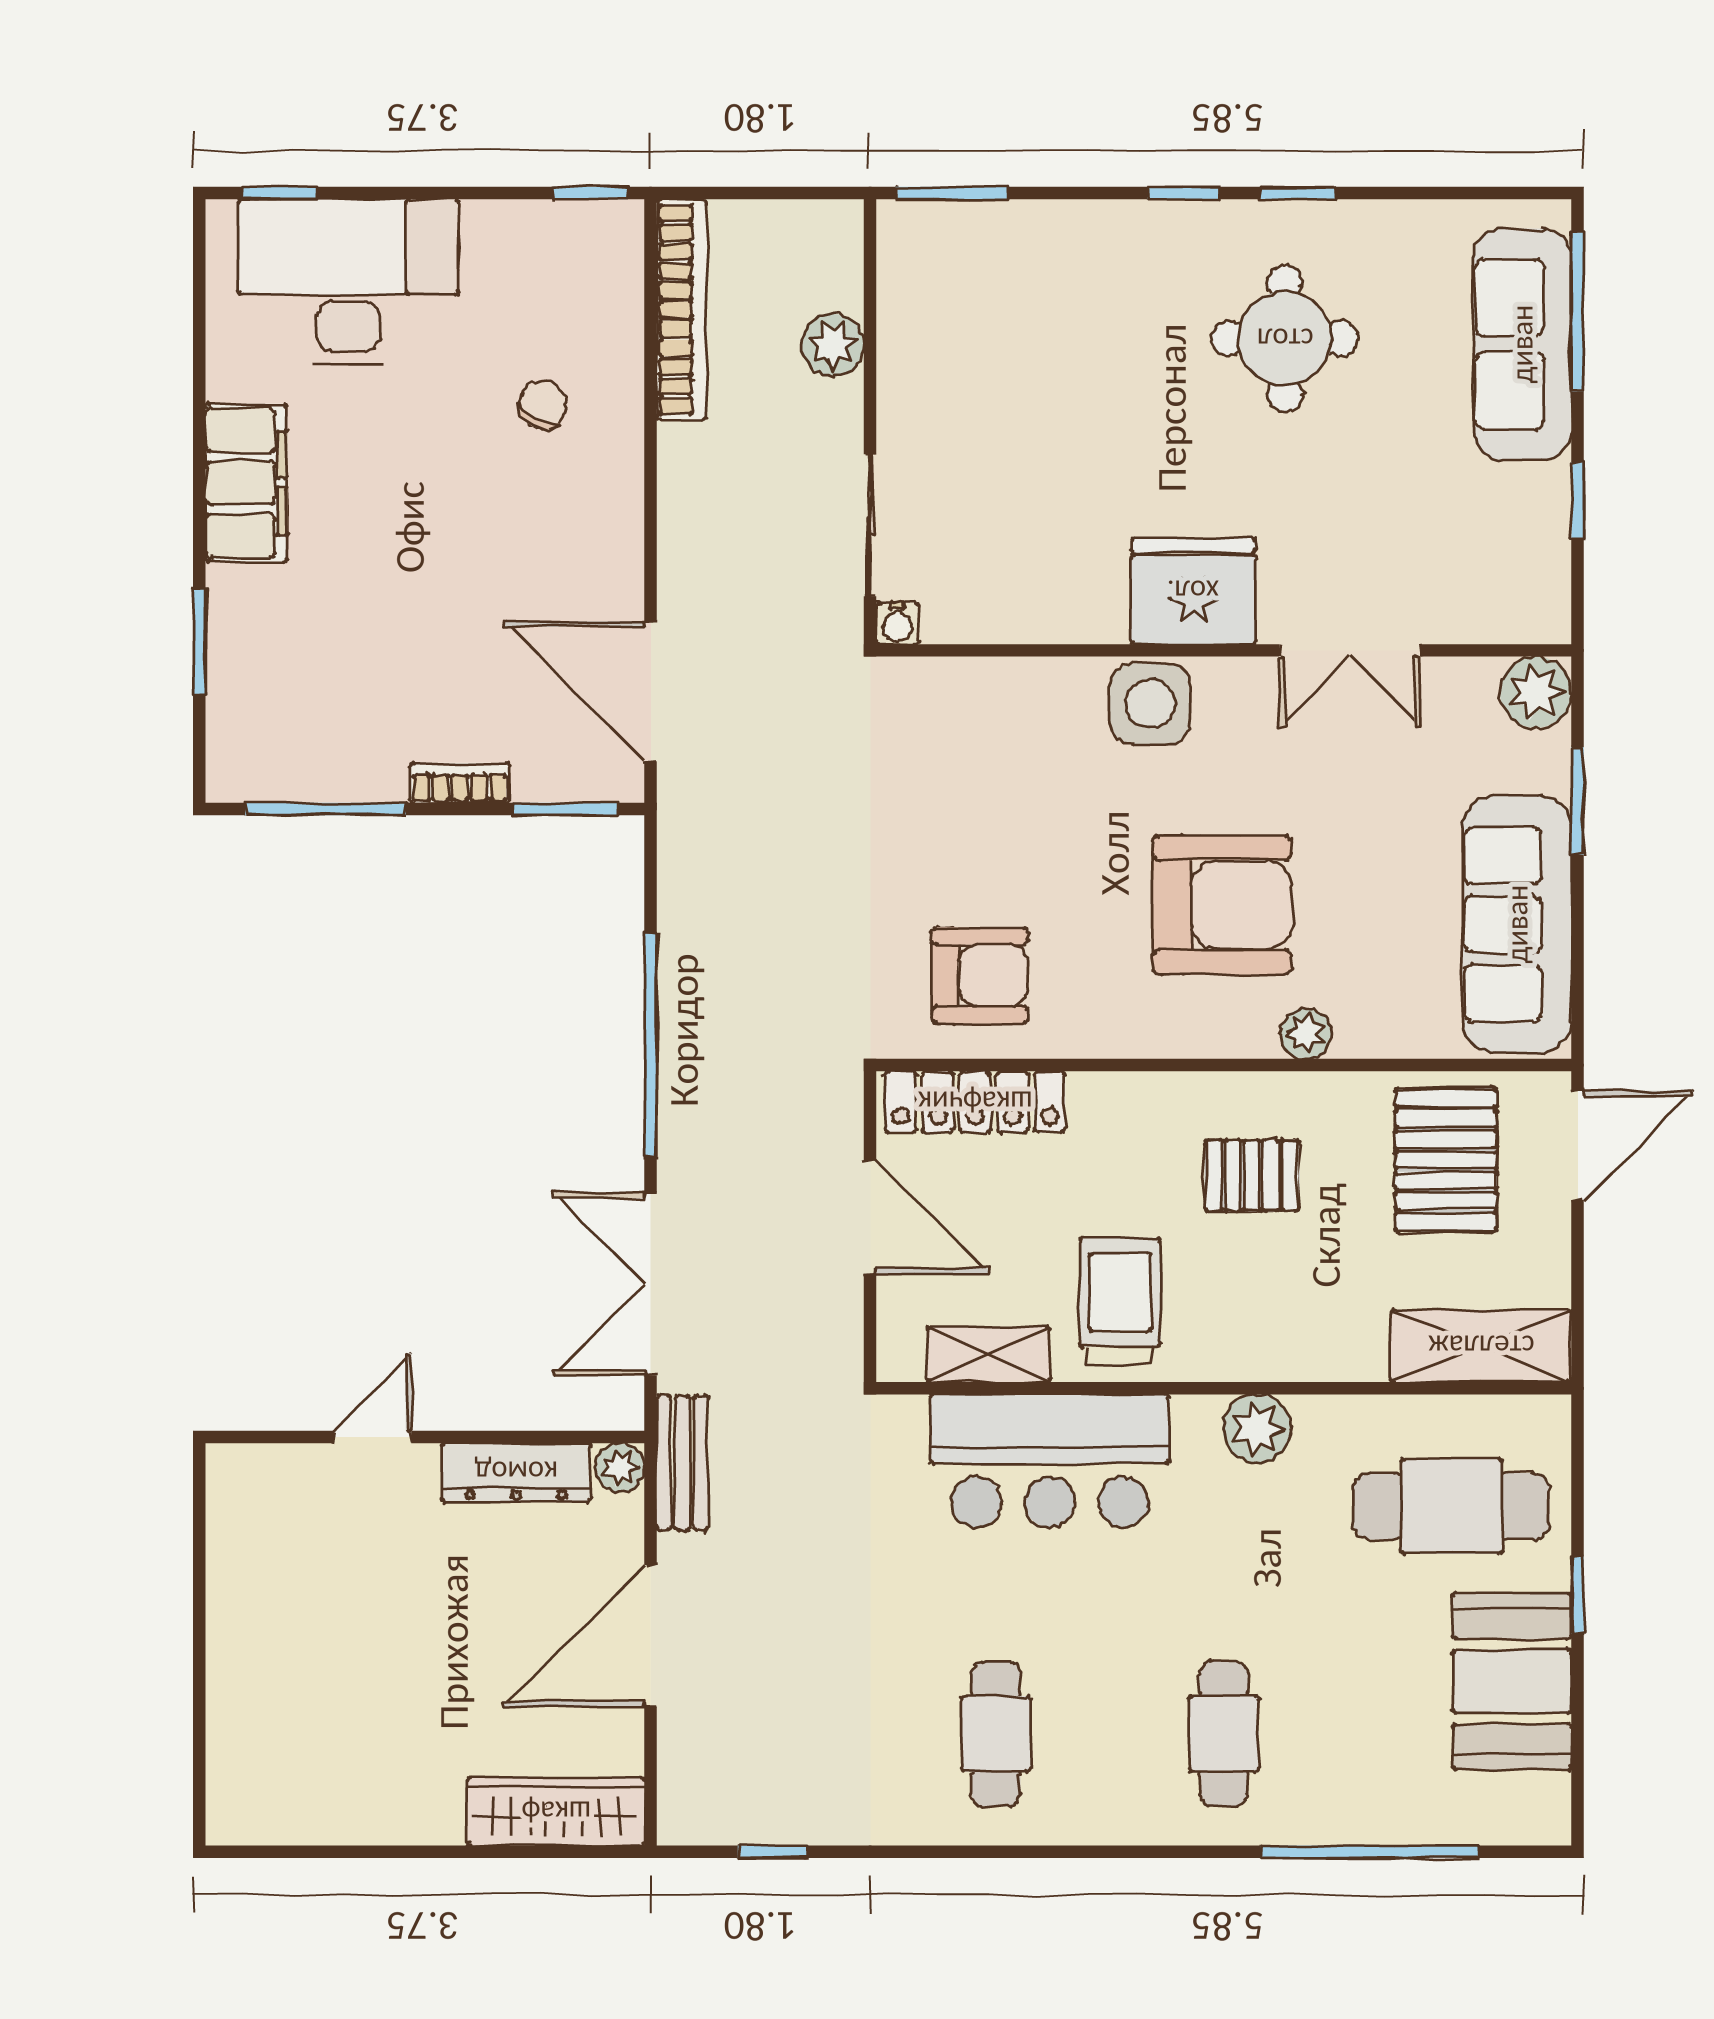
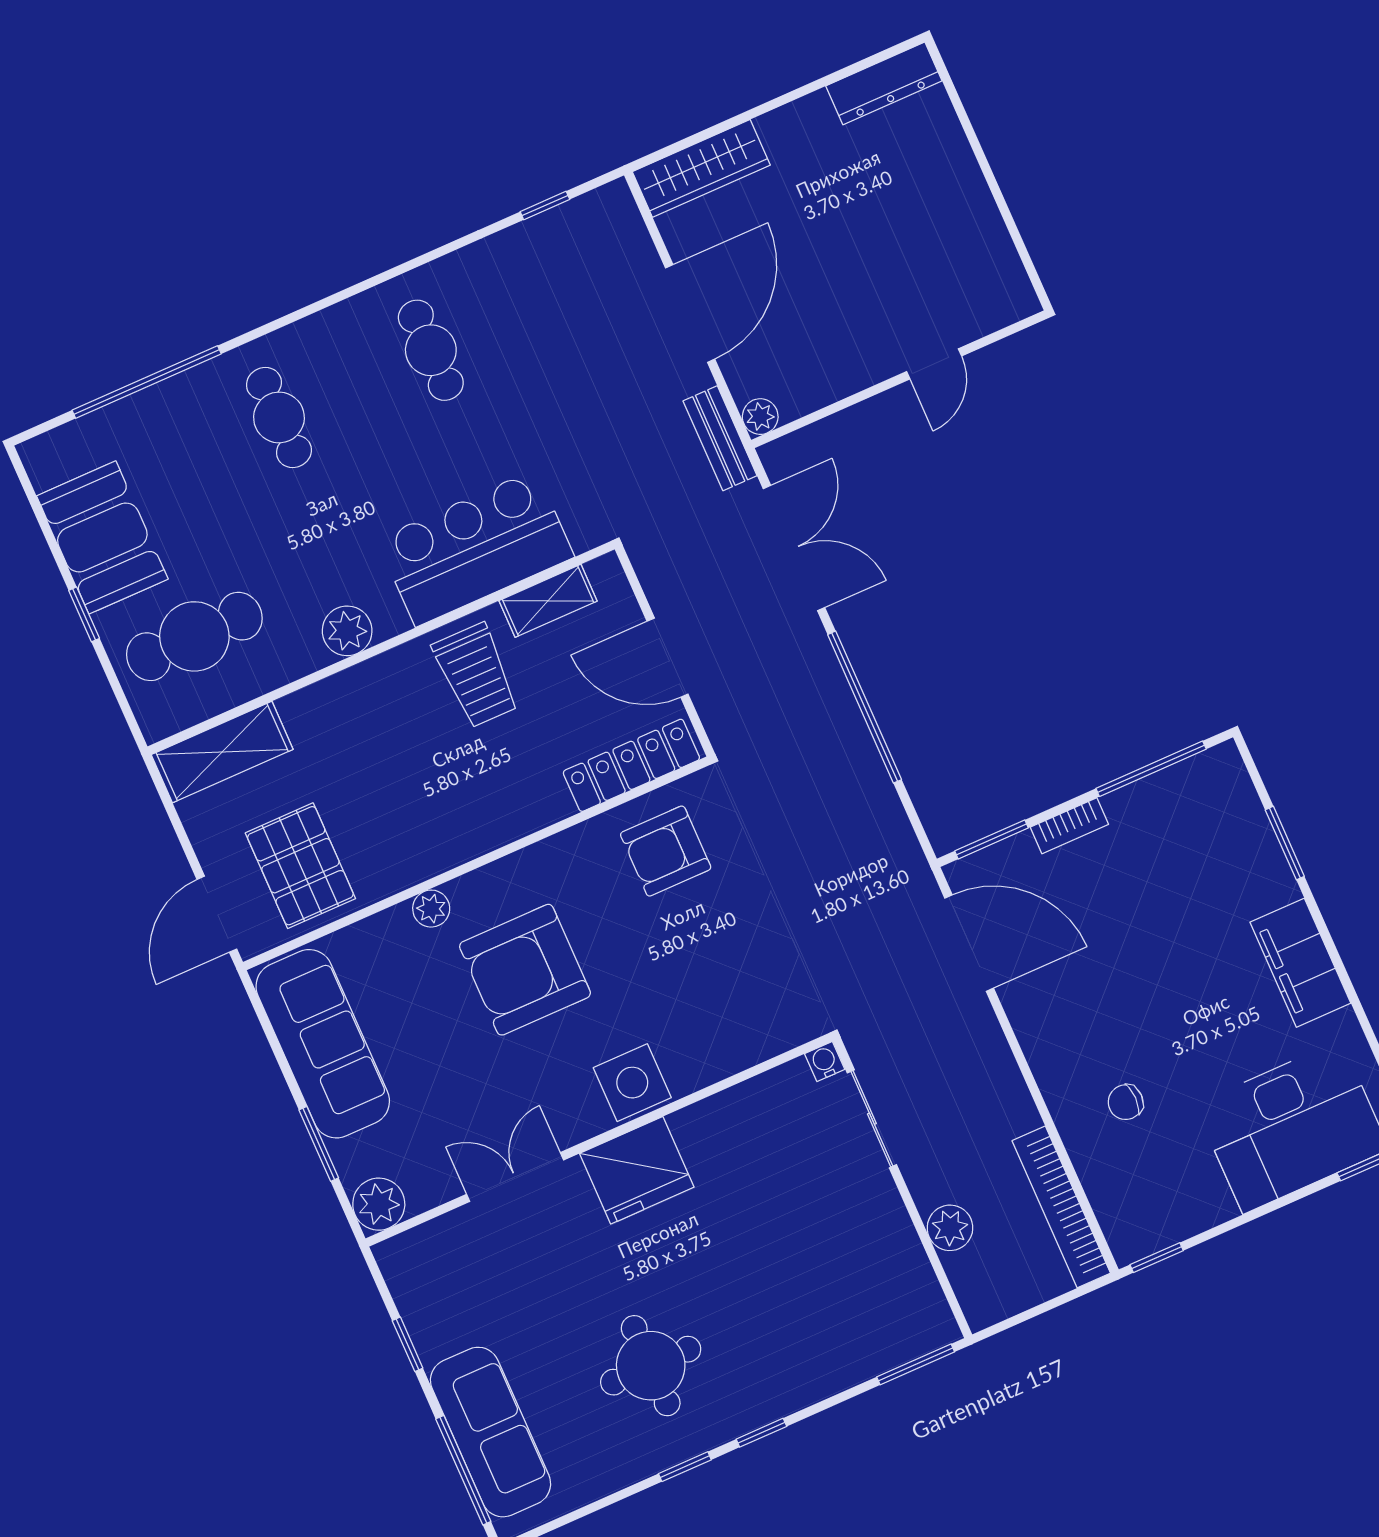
chair: (543, 405) -> (1126, 1102), turned 64
pallet: (1252, 1176) -> (425, 798), removed
dresser: (516, 1472) -> (884, 83), moved, turned 180

